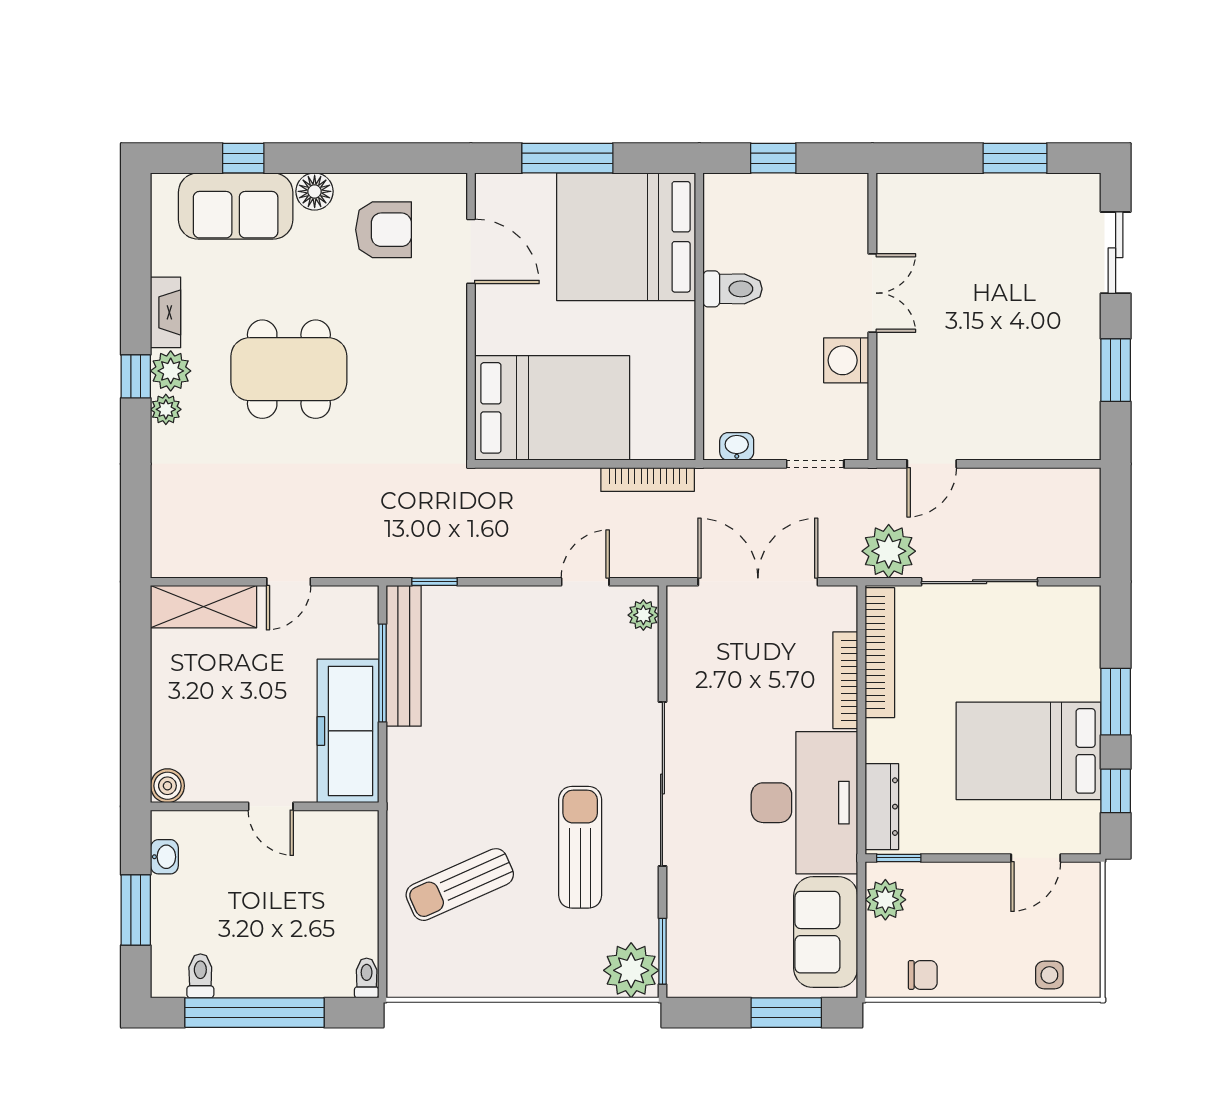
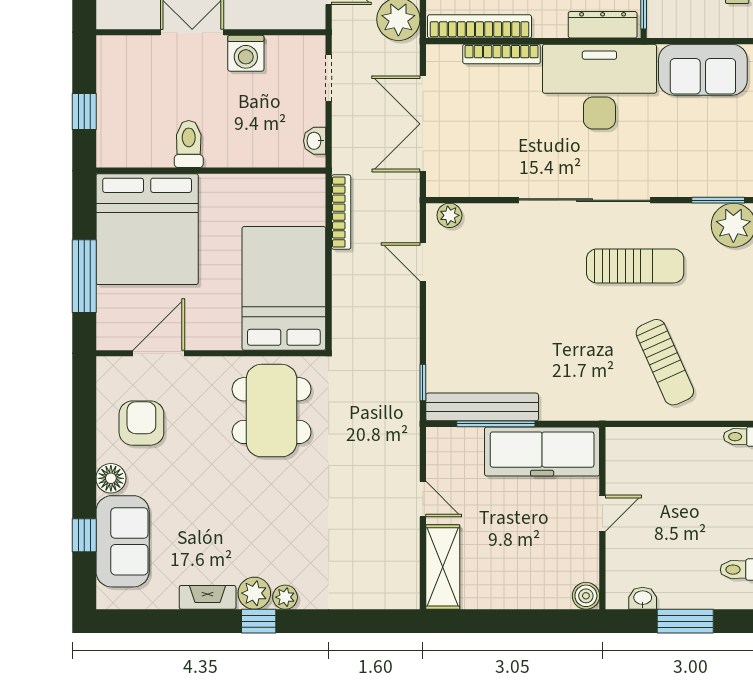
dining table: (289, 369) -> (272, 411), moved
sun lounger: (580, 847) -> (635, 266), turned 180
plant: (885, 900) -> (677, 22), removed

